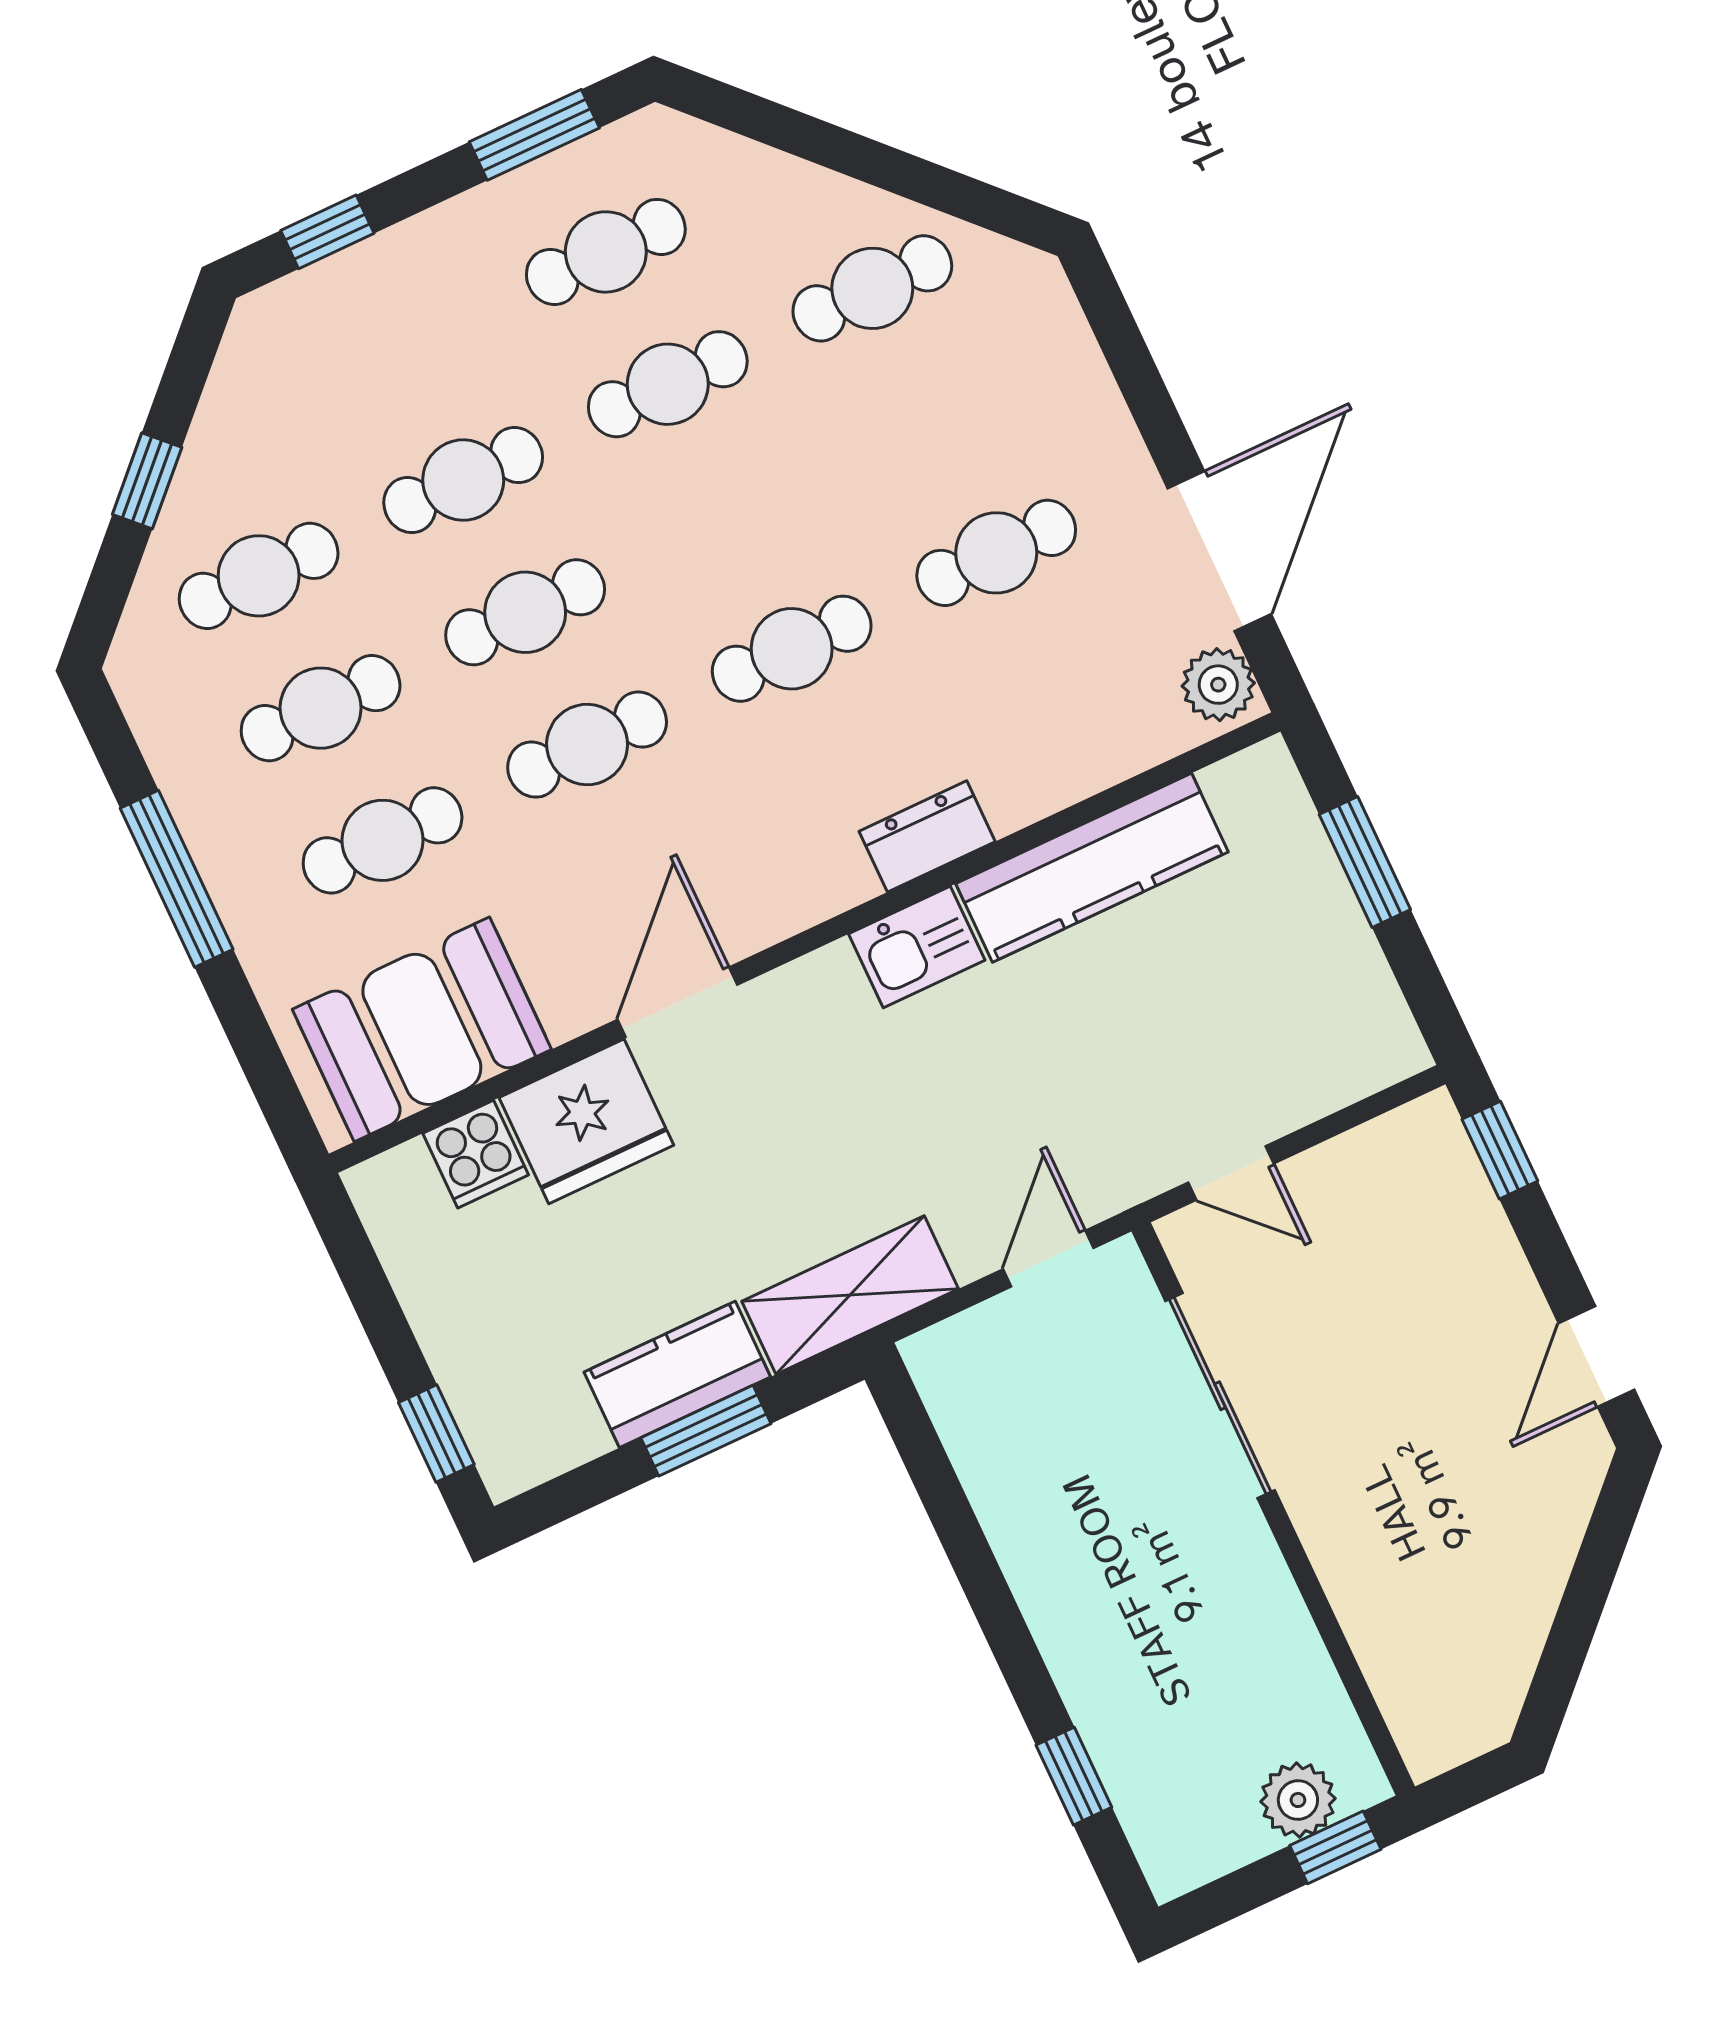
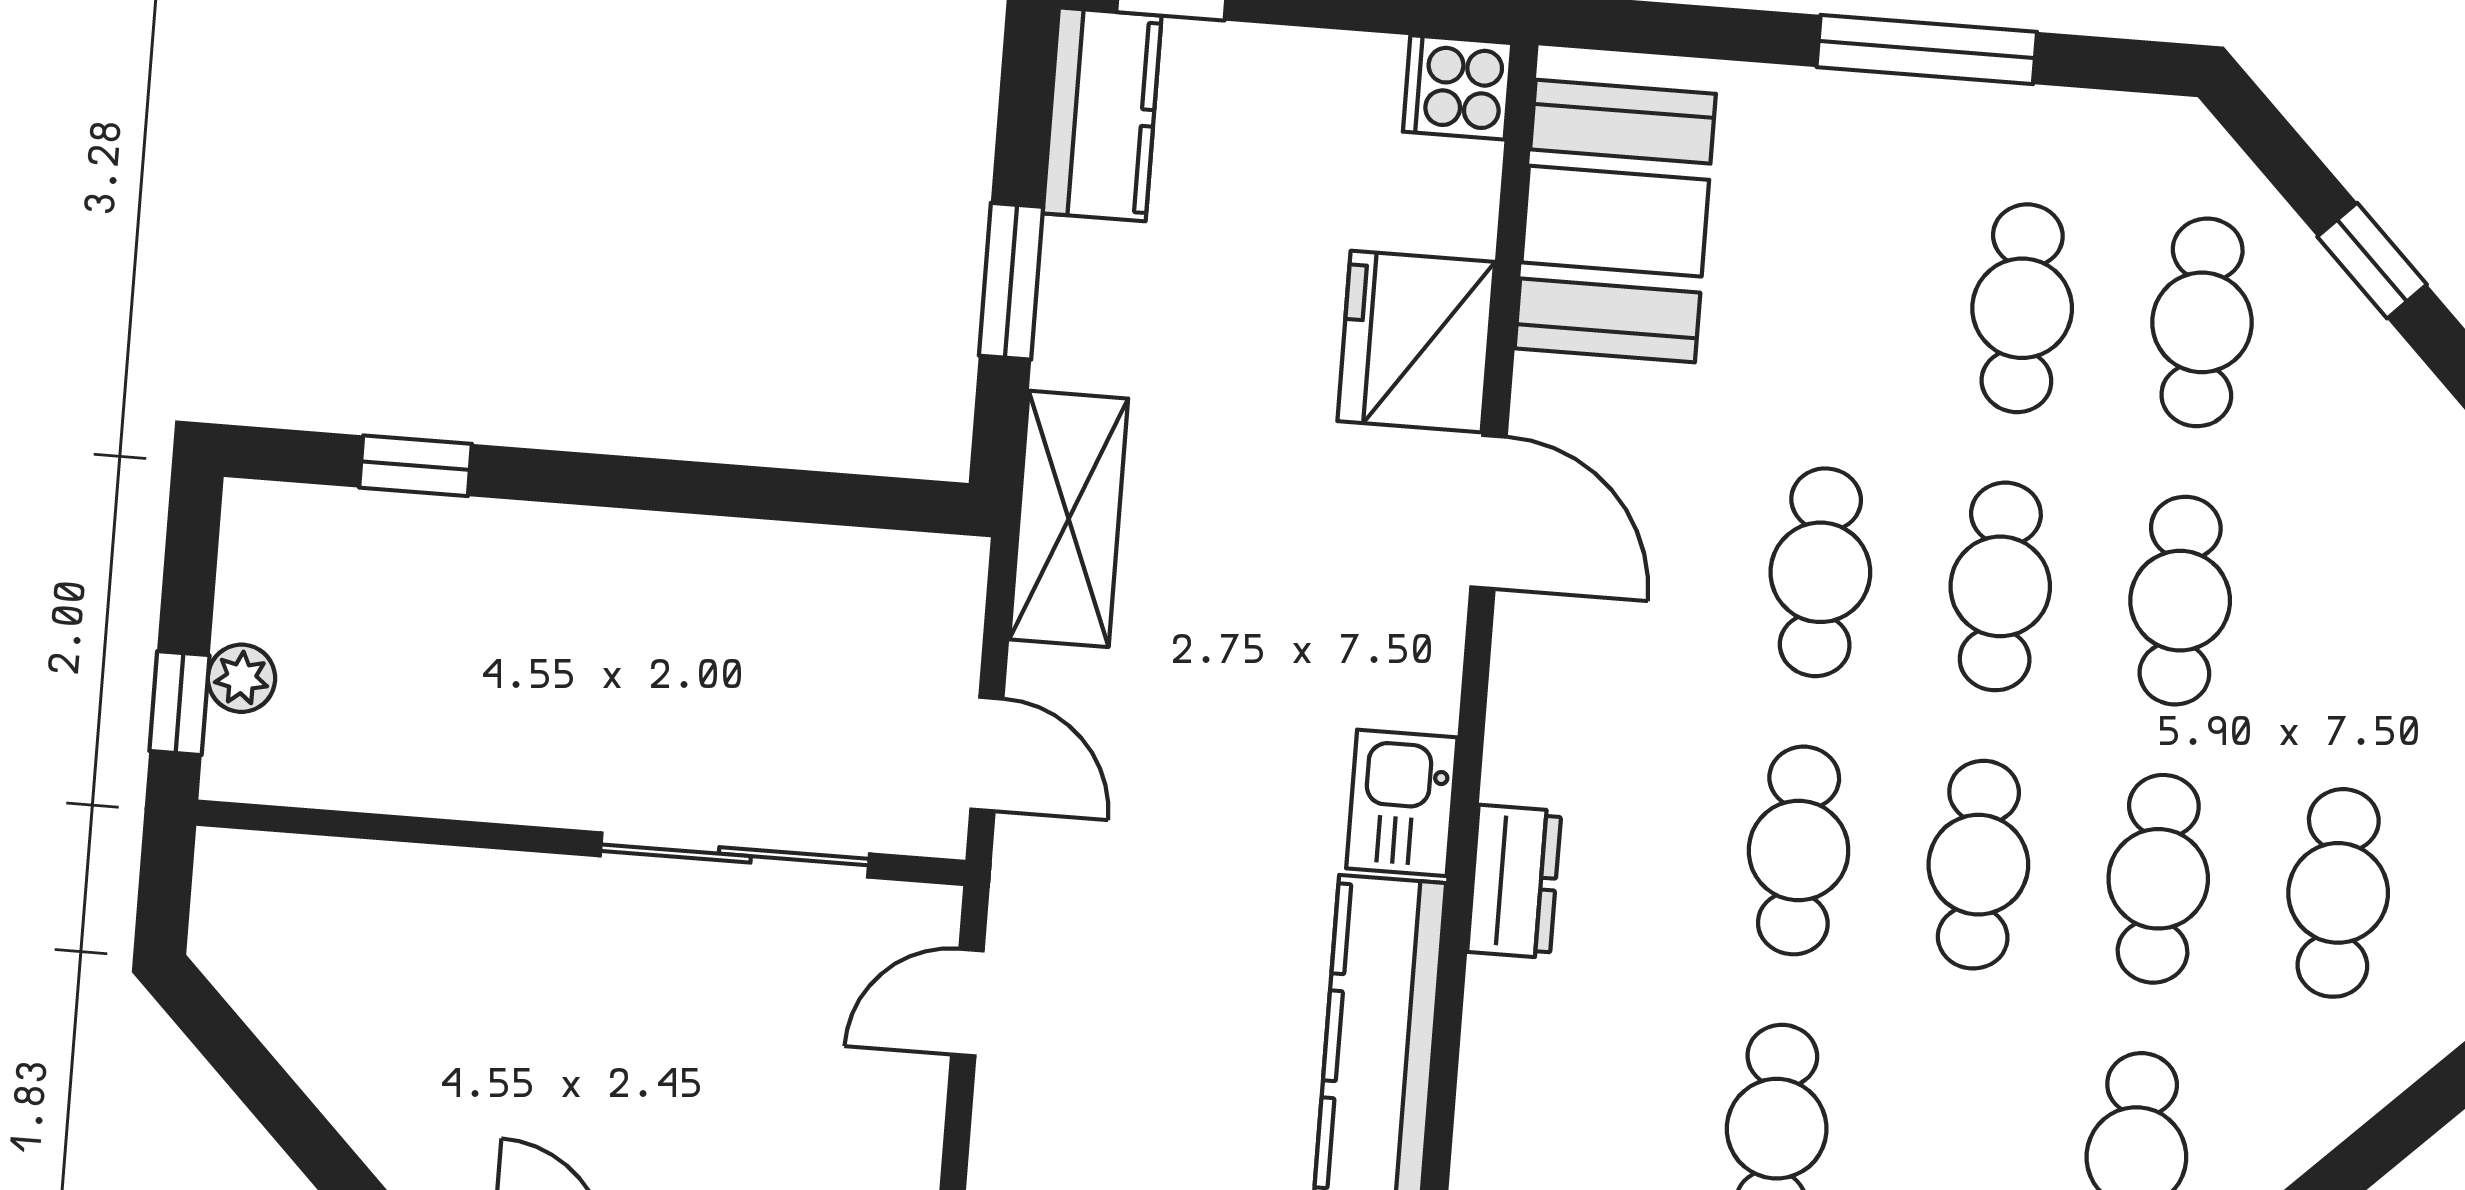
cafe table: (383, 840) -> (1978, 865), moved
cooker: (476, 1154) -> (1458, 87), moved
kitchen counter: (677, 1374) -> (1102, 114), moved
plant: (1298, 1800) -> (242, 678), width x0.73, depth x0.73

